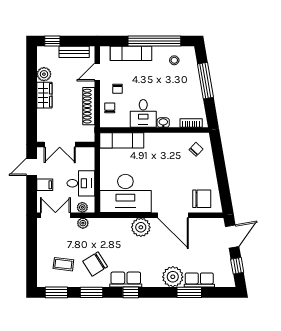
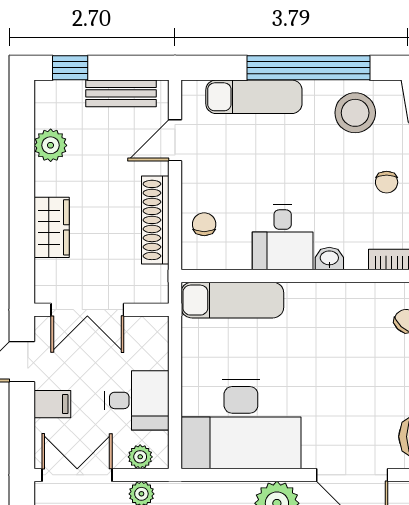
stool: (174, 60) -> (355, 113), width x1.89, depth x1.89
chair: (117, 89) -> (387, 182), moved
wardrobe: (44, 95) -> (52, 227), moved

